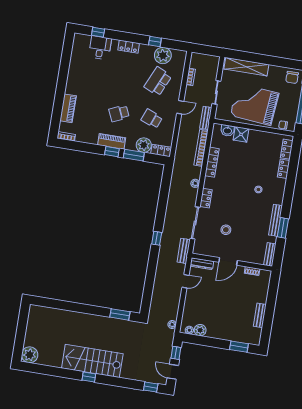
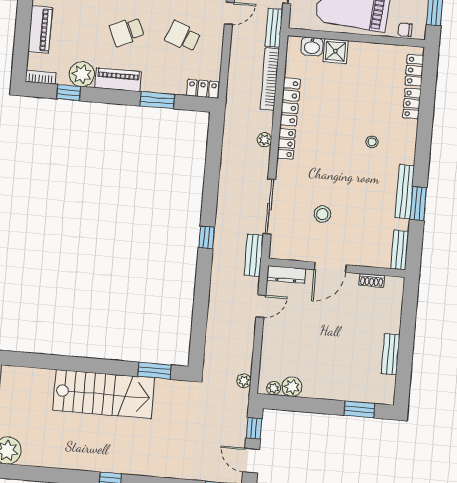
plant: (144, 145) -> (82, 74), moved
window: (112, 152) -> (69, 93), moved
locker: (206, 198) -> (286, 144), moved
stairs: (92, 361) -> (104, 394), moved, turned 180

